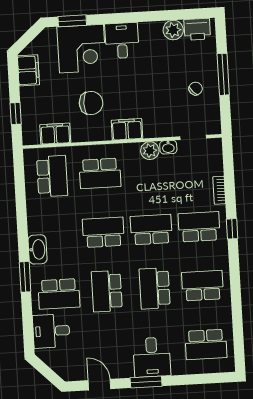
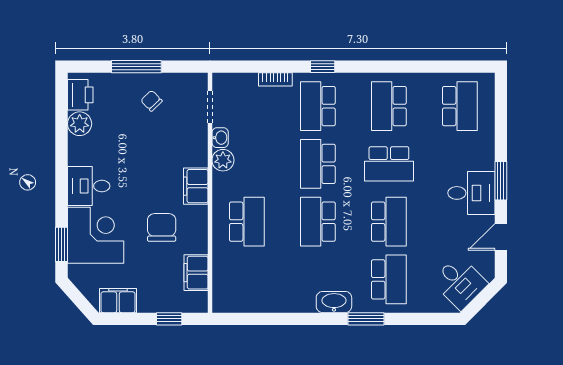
school desk: (52, 176) -> (247, 279), removed
school desk: (107, 291) -> (389, 222), turned -90
desk: (51, 331) -> (460, 282), moved, turned -45
desk: (152, 357) -> (471, 193), moved

